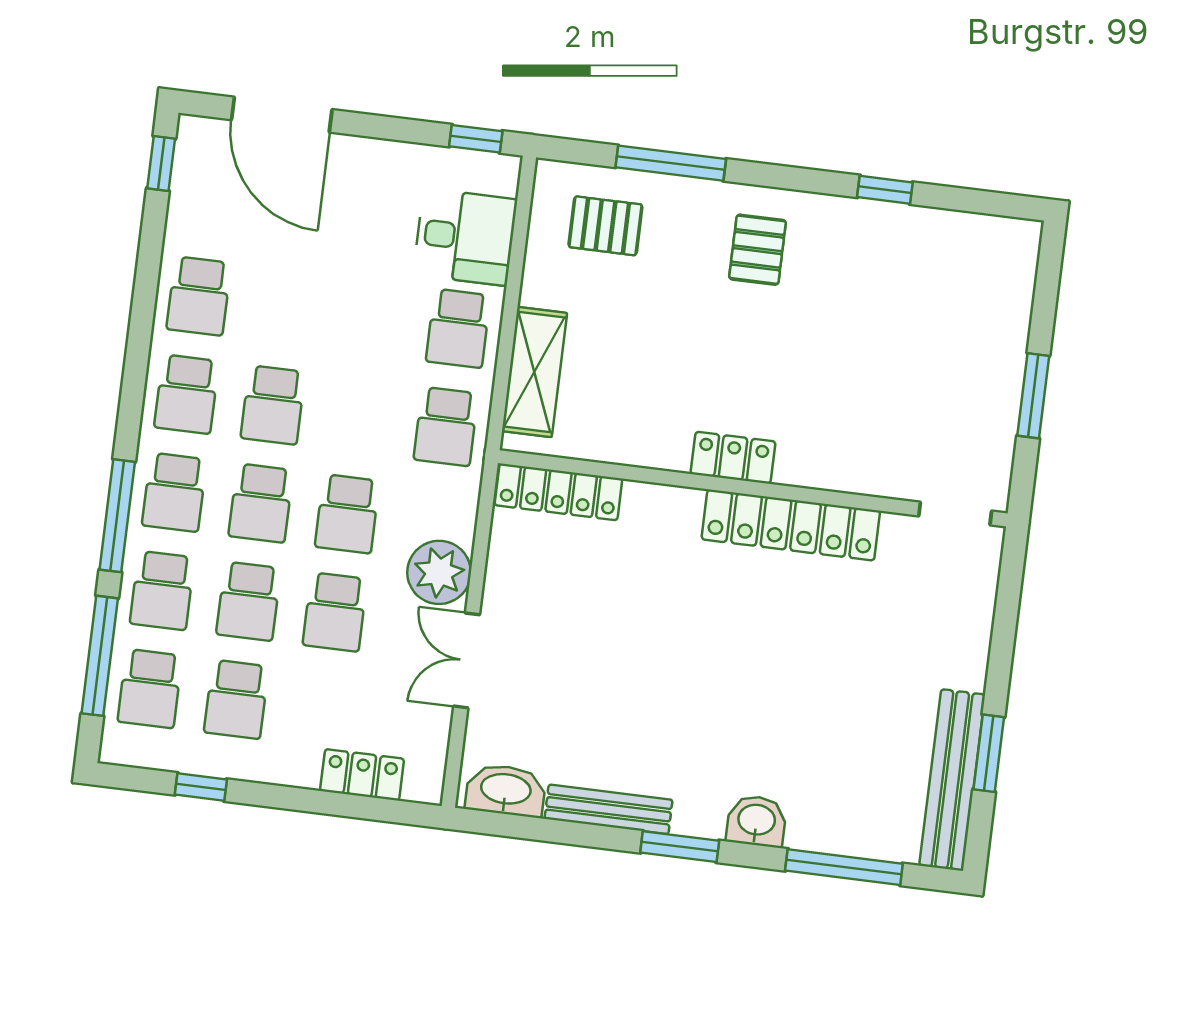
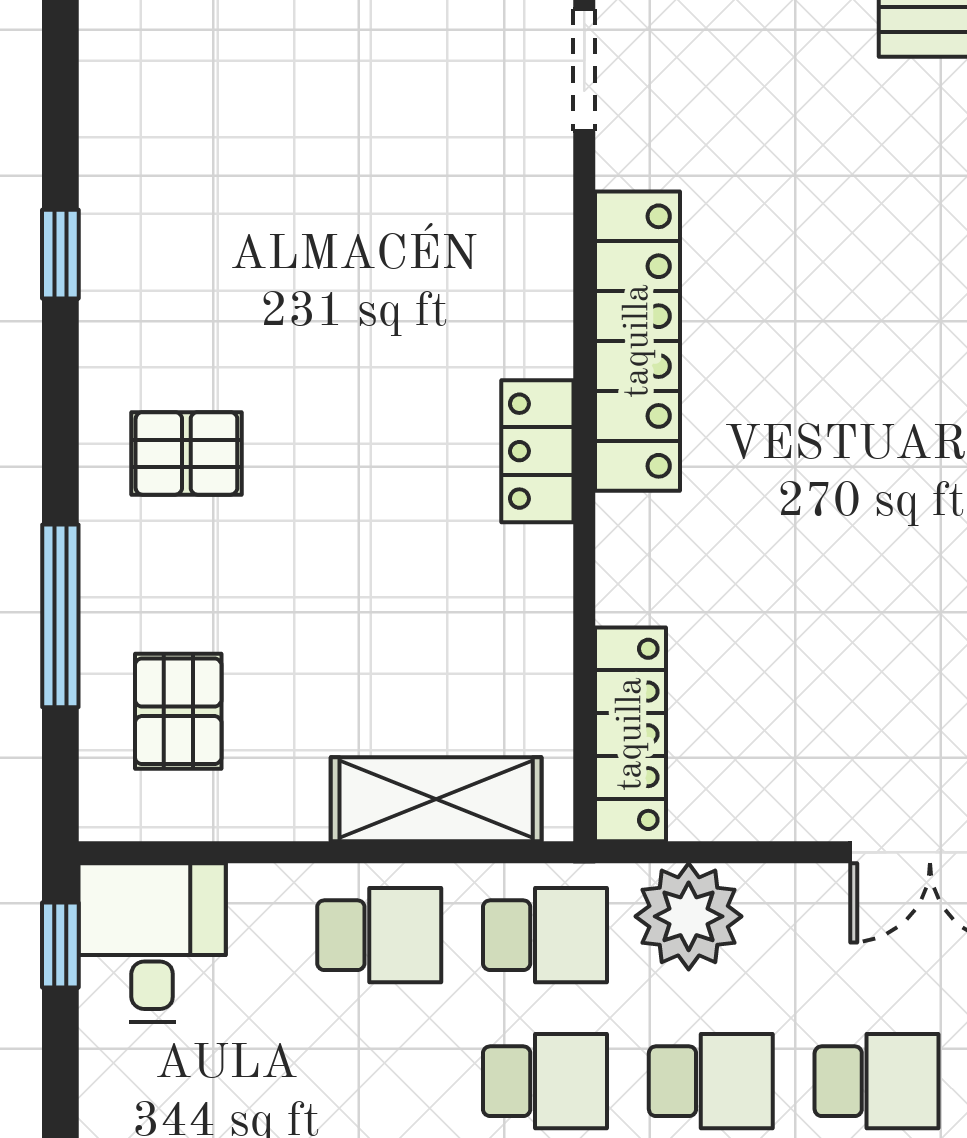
desk: (465, 237) -> (152, 942), moved
school desk: (359, 416) -> (545, 1081), added
plant: (439, 572) -> (689, 916), moved

